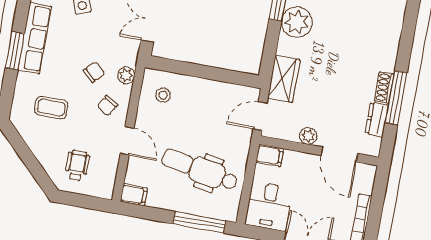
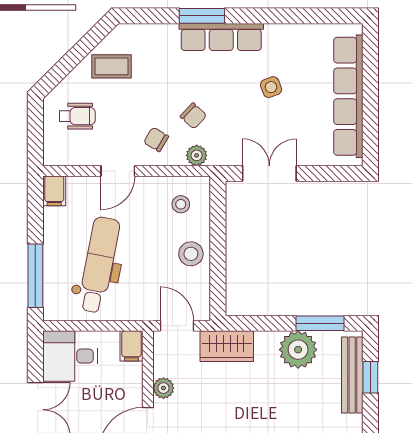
stool: (204, 94) -> (191, 254), added
coffee table: (51, 108) -> (112, 66), moved, turned 90

